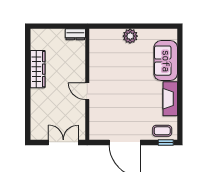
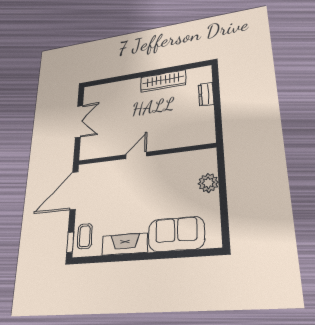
dresser: (75, 34) -> (206, 94), moved
wall: (87, 84) -> (145, 154), moved
door: (87, 91) -> (136, 155), moved

